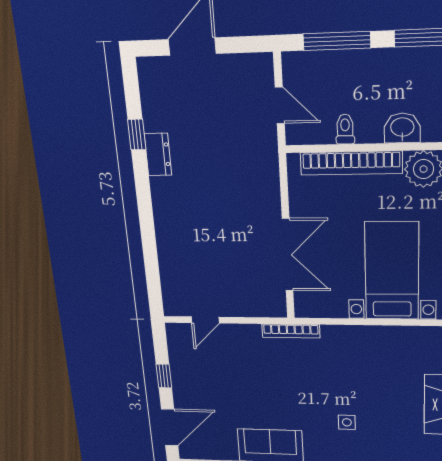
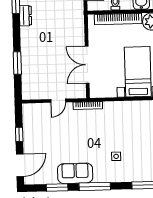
window: (149, 248) -> (17, 63), added
double door: (288, 255) -> (87, 65), swing flipped
door: (205, 320) -> (58, 101), moved

